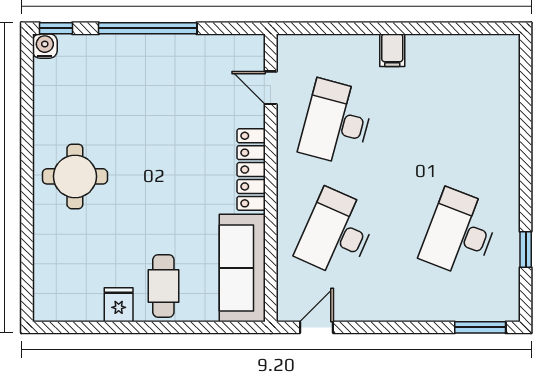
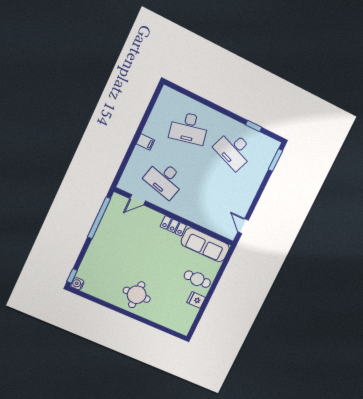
window: (148, 28) -> (99, 218), moved
locker: (251, 170) -> (173, 226), width x0.66
desk: (336, 233) -> (189, 128), moved, turned -36

